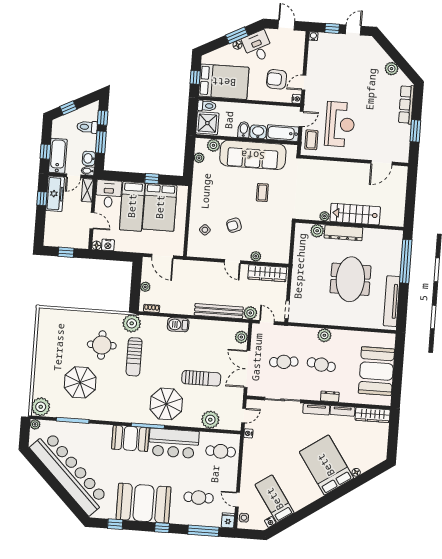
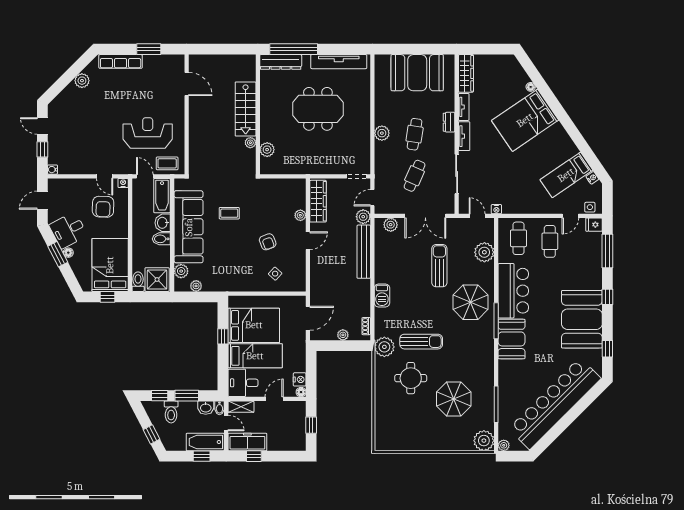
dresser: (343, 233) -> (281, 62), moved, turned 90
cafe table: (284, 362) -> (415, 176), turned 30
cafe table: (199, 498) -> (550, 241), moved

